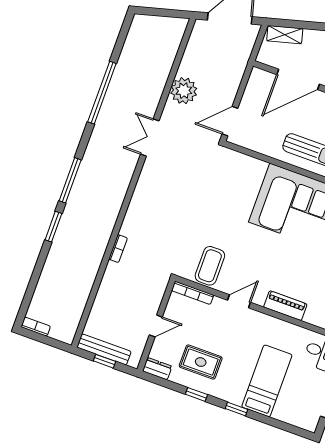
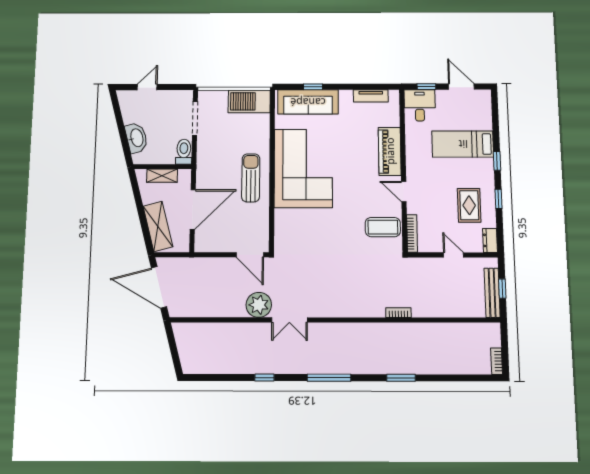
shelving: (285, 35) -> (158, 226), width x1.50, depth x1.33
door: (298, 79) -> (193, 209), hinge flipped
plant: (184, 91) -> (259, 305), moved
window: (102, 93) -> (264, 378), width x0.32
window: (70, 180) -> (329, 378), moved
piano: (285, 306) -> (390, 151), width x1.37, depth x1.33

